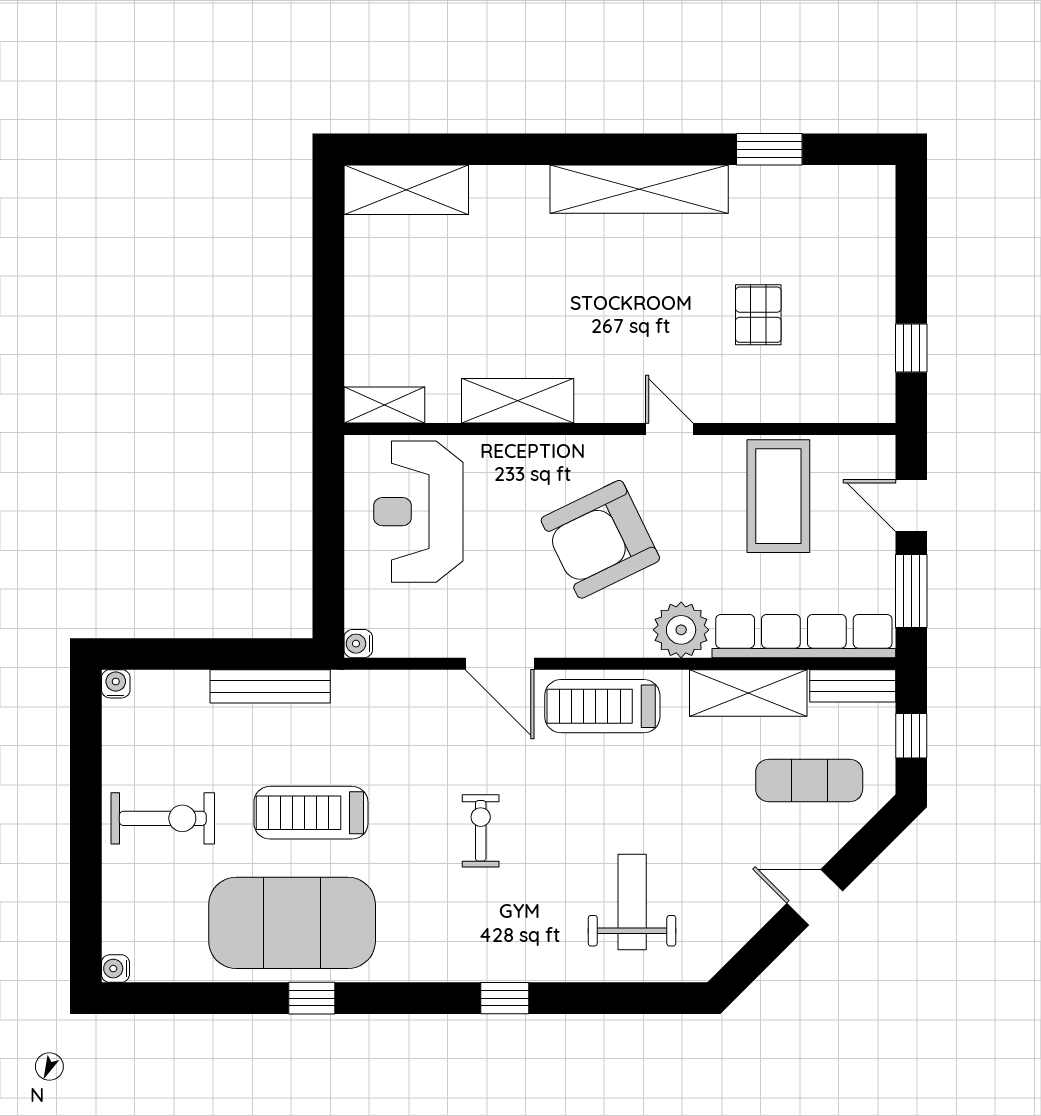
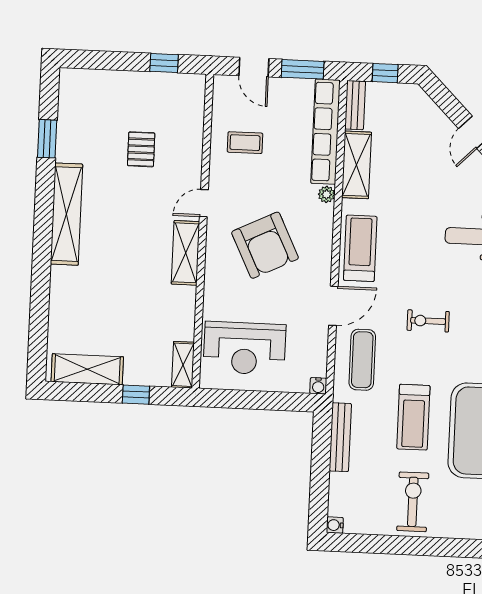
shelving: (406, 190) -> (87, 369), moved, turned 90
pallet: (758, 315) -> (141, 149), turned 90
window: (328, 325) -> (136, 395), added
shelving: (518, 401) -> (186, 253), moved
coffee table: (778, 496) -> (245, 143), width x0.54, depth x0.58
door: (911, 506) -> (254, 67), hinge flipped
plant: (681, 630) -> (327, 194), width x0.53, depth x0.53
treadmill: (602, 706) -> (360, 248), turned 180
exercise mat: (809, 780) -> (362, 360), moved

